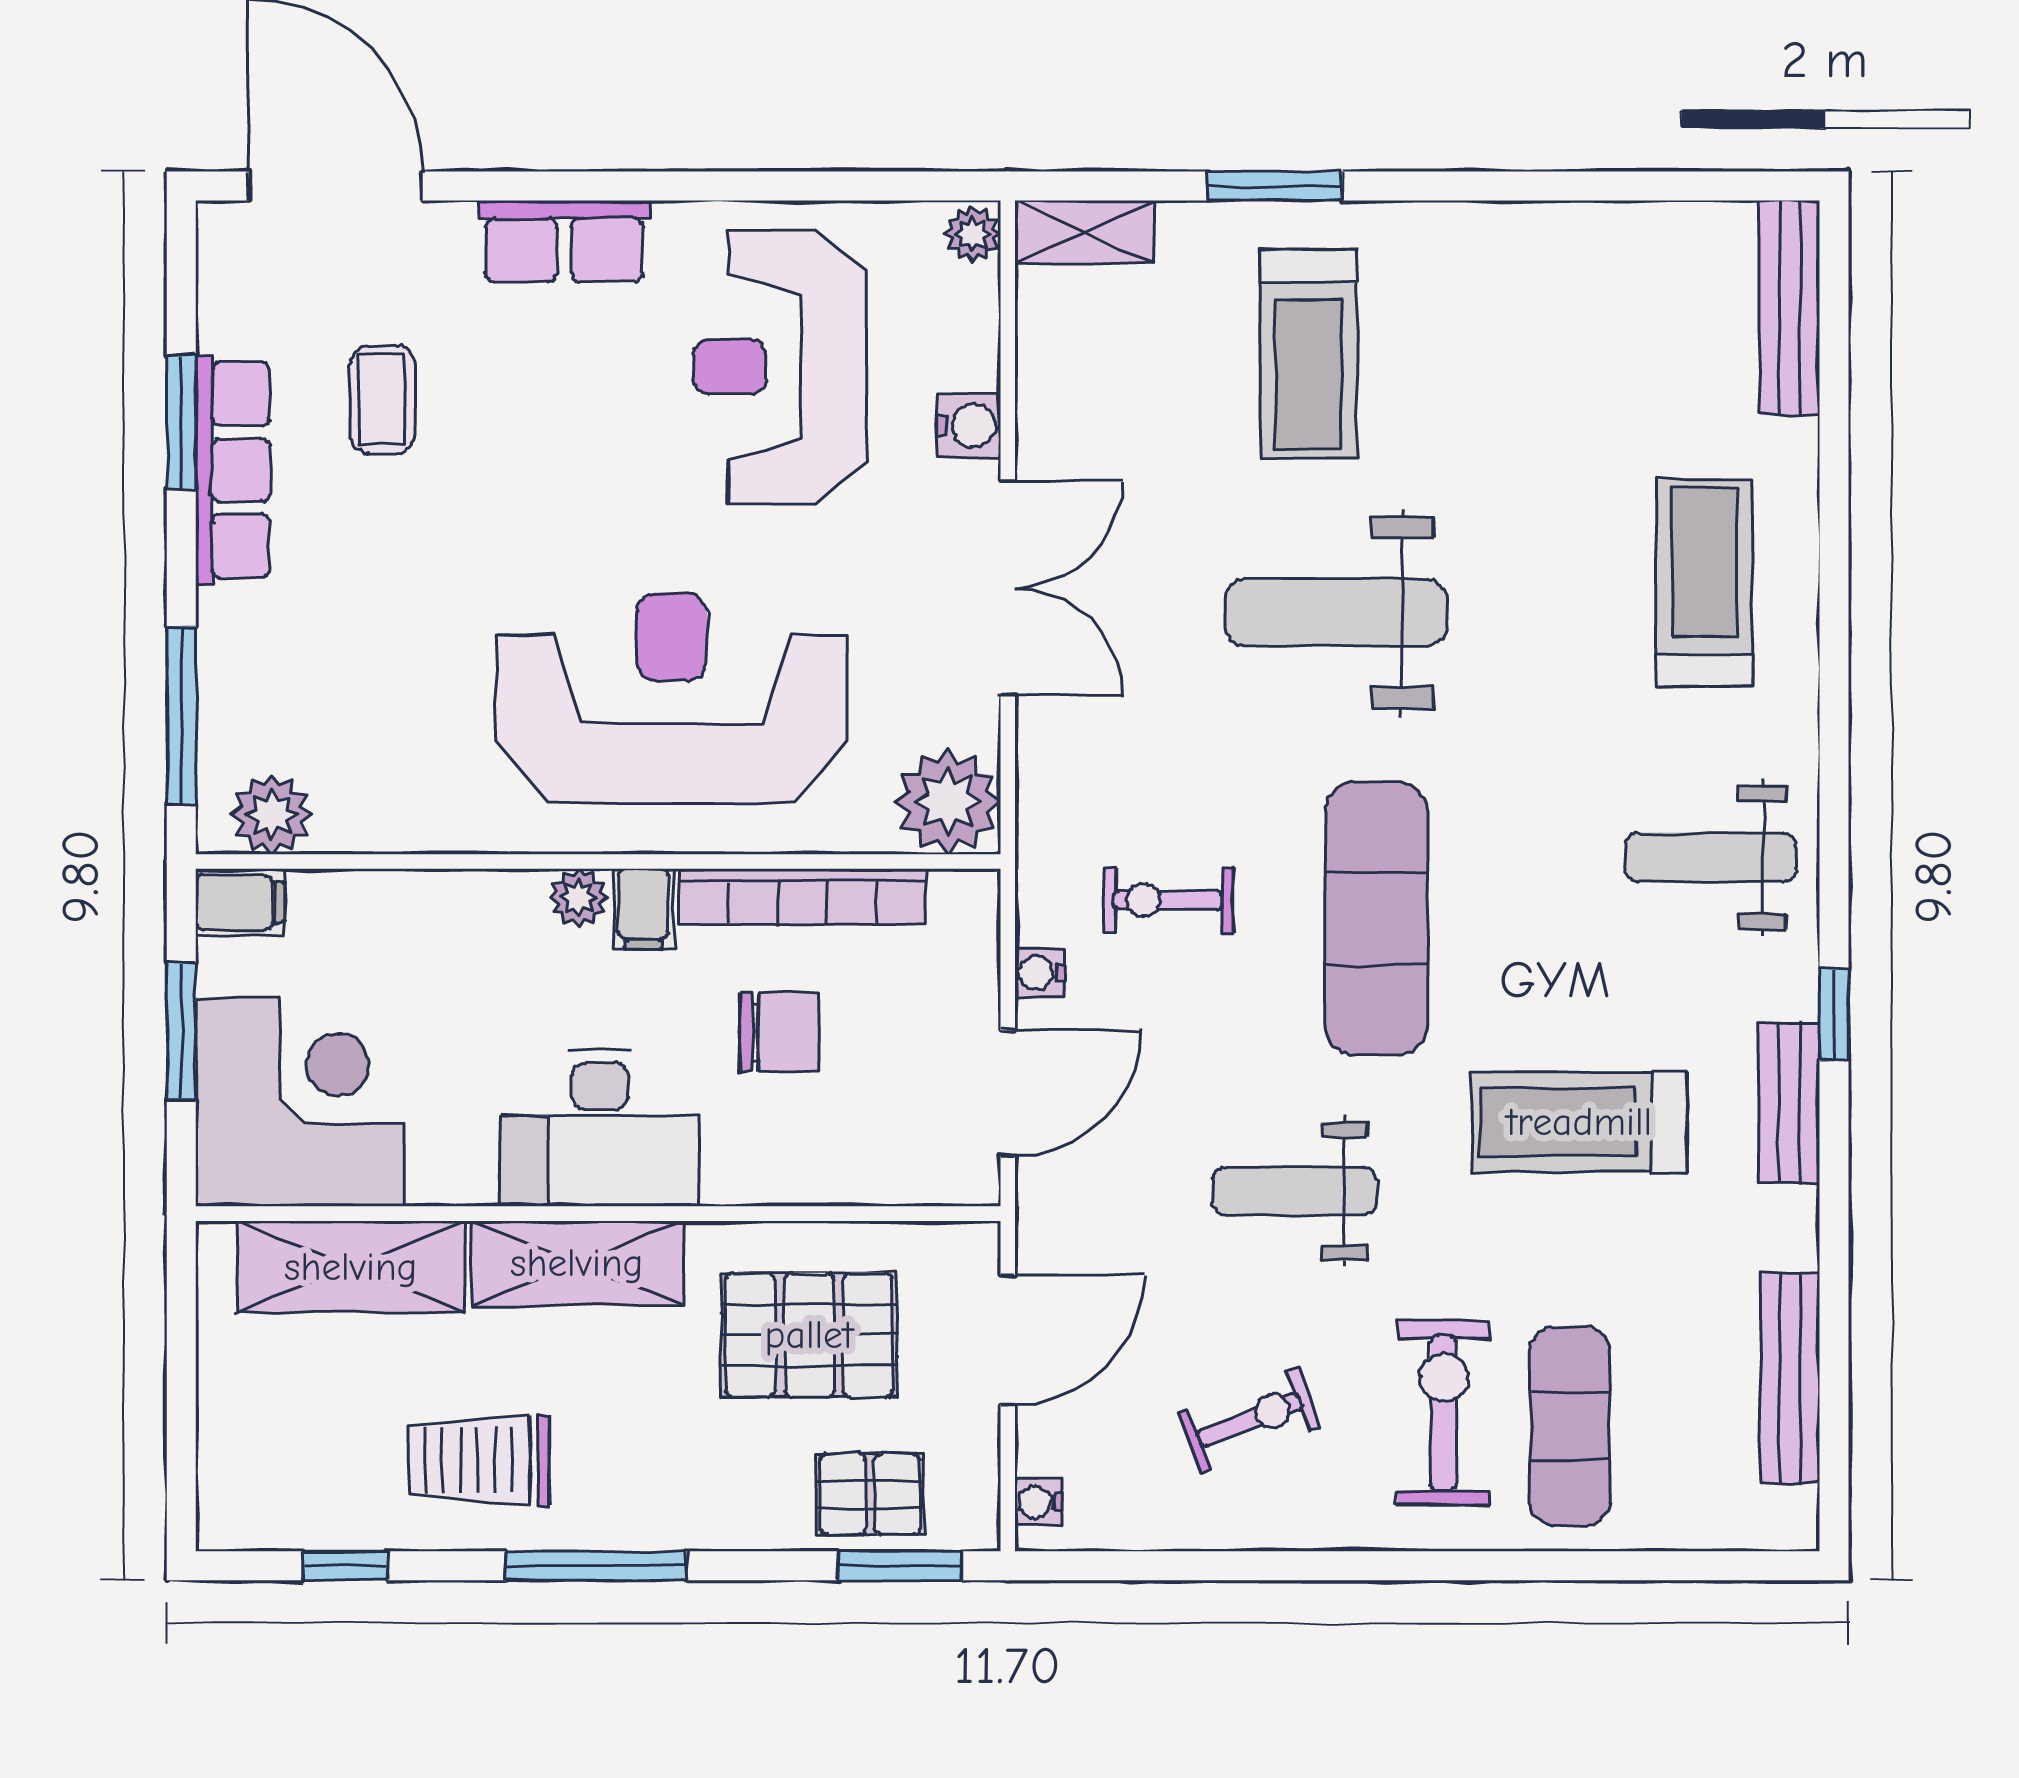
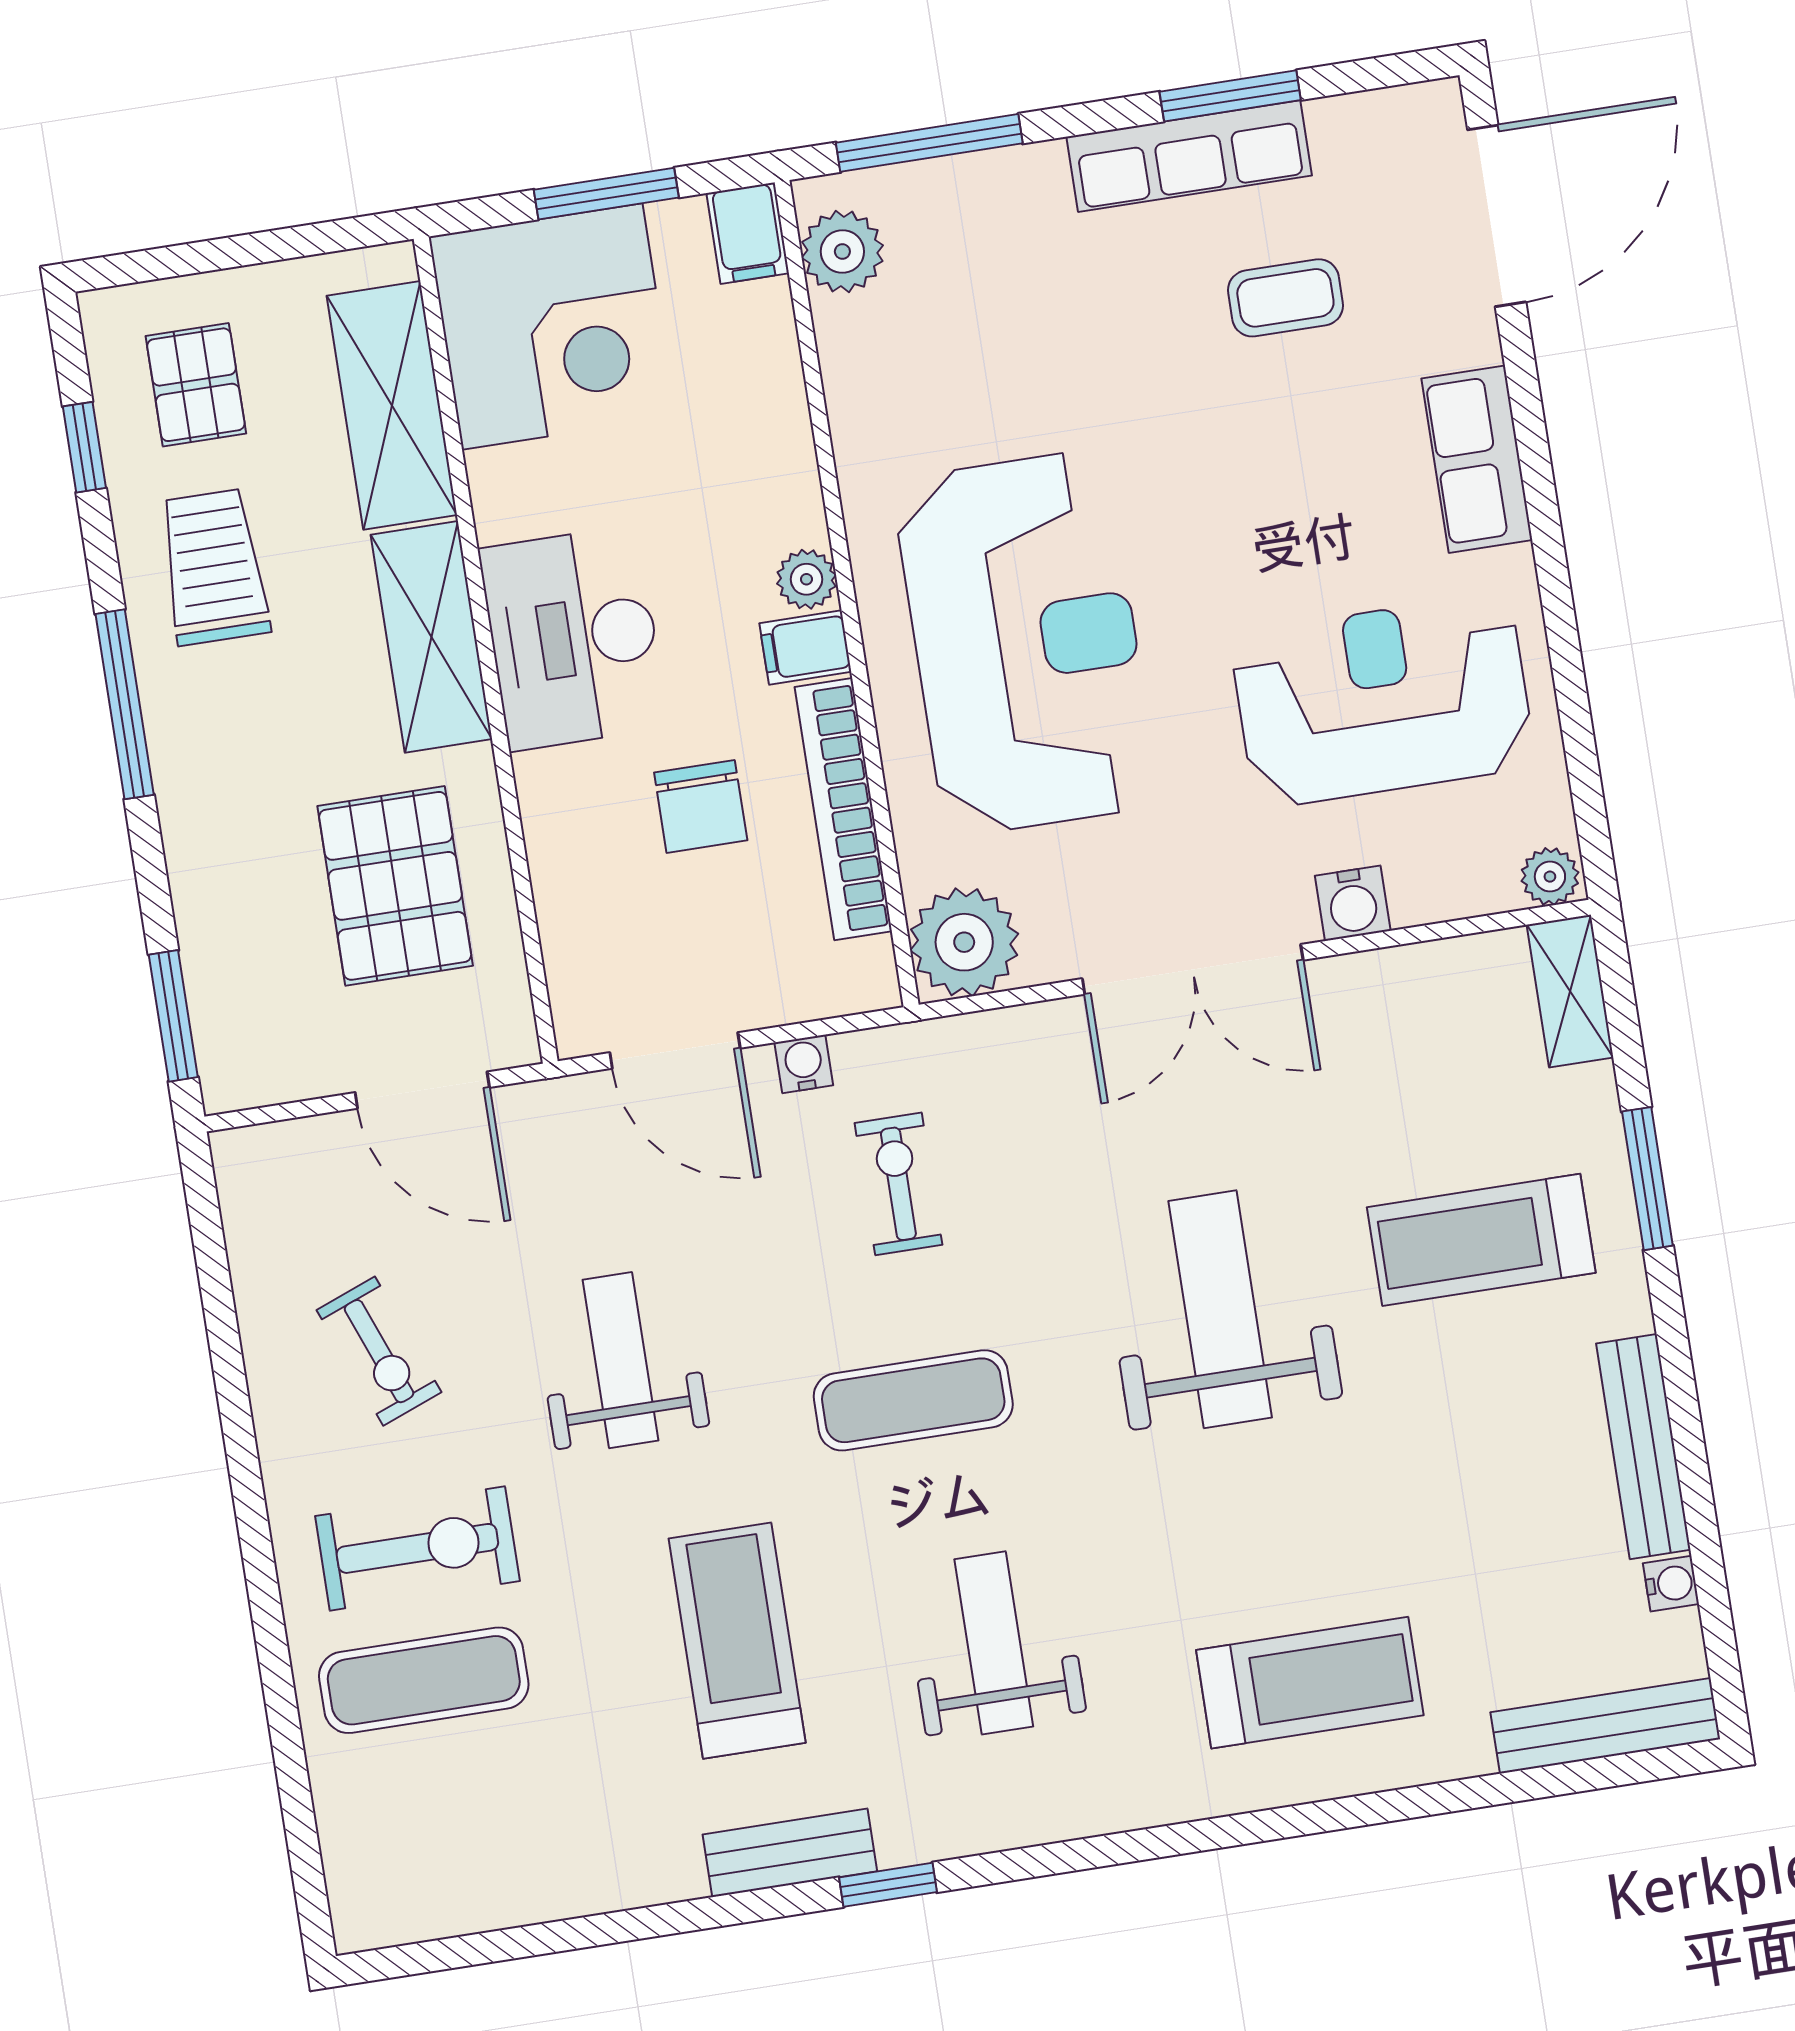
weight bench: (1711, 857) -> (994, 1643), moved
exercise mat: (1376, 918) -> (913, 1400), width x0.73, depth x0.69
bench: (1790, 1378) -> (1643, 1447), moved, turned 90
pallet: (870, 1494) -> (196, 385), moved
water cooler: (1038, 1502) -> (1671, 1584), moved, turned 90

